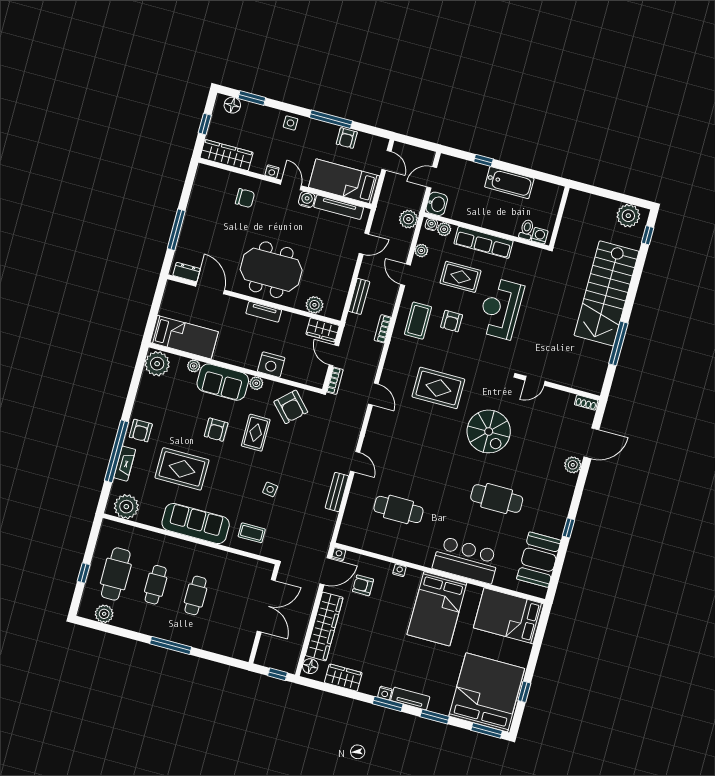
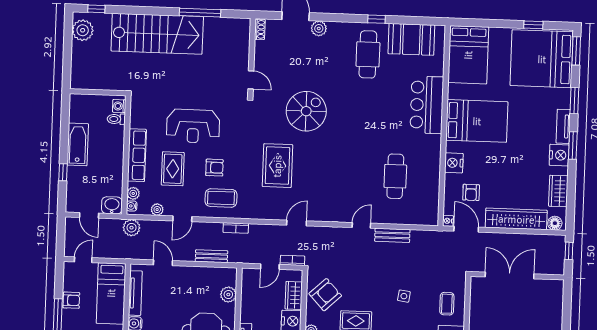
wardrobe: (323, 330) -> (294, 295), moved, turned 180
cafe table: (497, 498) -> (368, 54), moved
nightstand: (399, 570) -> (454, 163), width x1.89, depth x1.79
nightstand: (385, 693) -> (559, 155), width x1.89, depth x1.79

